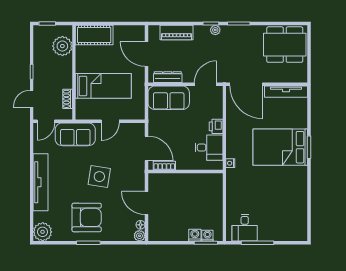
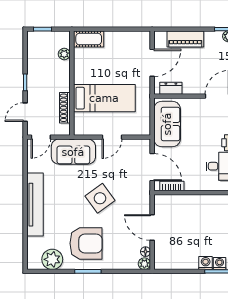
cot: (94, 35) -> (89, 39), width x0.73, depth x0.75
plant: (62, 46) -> (64, 54), width x0.53, depth x0.53
door: (146, 54) -> (152, 63), swing flipped
dresser: (168, 77) -> (171, 88), width x0.70
sofa: (169, 98) -> (167, 124), moved, turned -90
shoe rack: (68, 99) -> (65, 108), width x1.43
side table: (99, 177) -> (100, 198), turned 45
plant: (43, 232) -> (52, 259), moved

